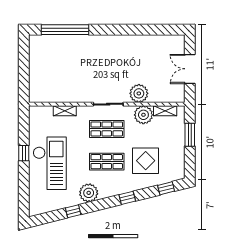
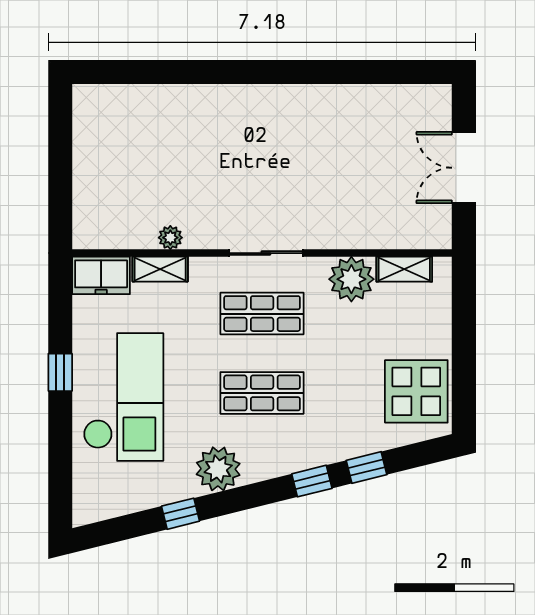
window: (65, 30) -> (161, 72), removed
plant: (139, 93) -> (170, 238), moved, width x0.53, depth x0.53
freezer: (40, 113) -> (101, 275), added
window: (190, 135) -> (464, 328), removed
display table: (146, 161) -> (416, 391), moved
window: (166, 188) -> (367, 468), moved

